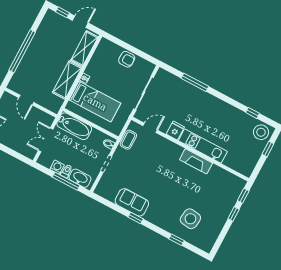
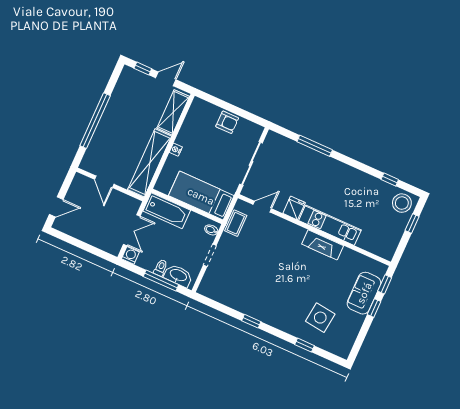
shelving: (67, 80) -> (150, 163), width x1.47
bed: (95, 102) -> (201, 196), moved, turned 180
double door: (46, 140) -> (132, 230), swing flipped
washing machine: (57, 167) -> (130, 255), moved
sofa: (132, 202) -> (364, 293), moved, turned -90

